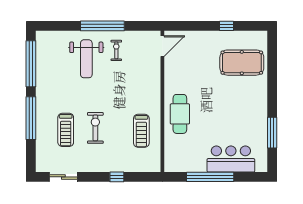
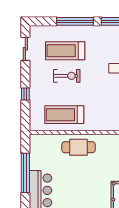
treadmill: (66, 130) -> (65, 51), width x1.37, depth x1.38
treadmill: (141, 131) -> (64, 115), width x1.37, depth x1.38

